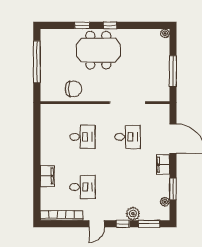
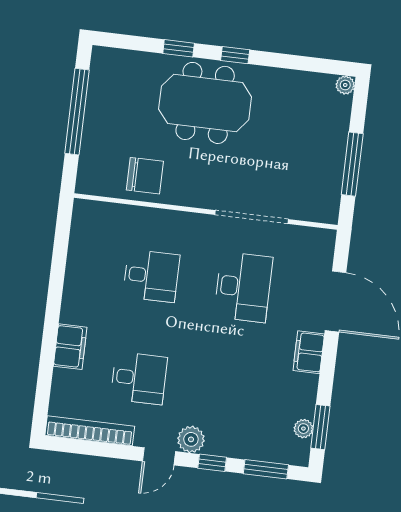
desk: (127, 137) -> (243, 287), width x1.37
window: (173, 189) -> (320, 427), moved
plant: (133, 214) -> (191, 439), moved

